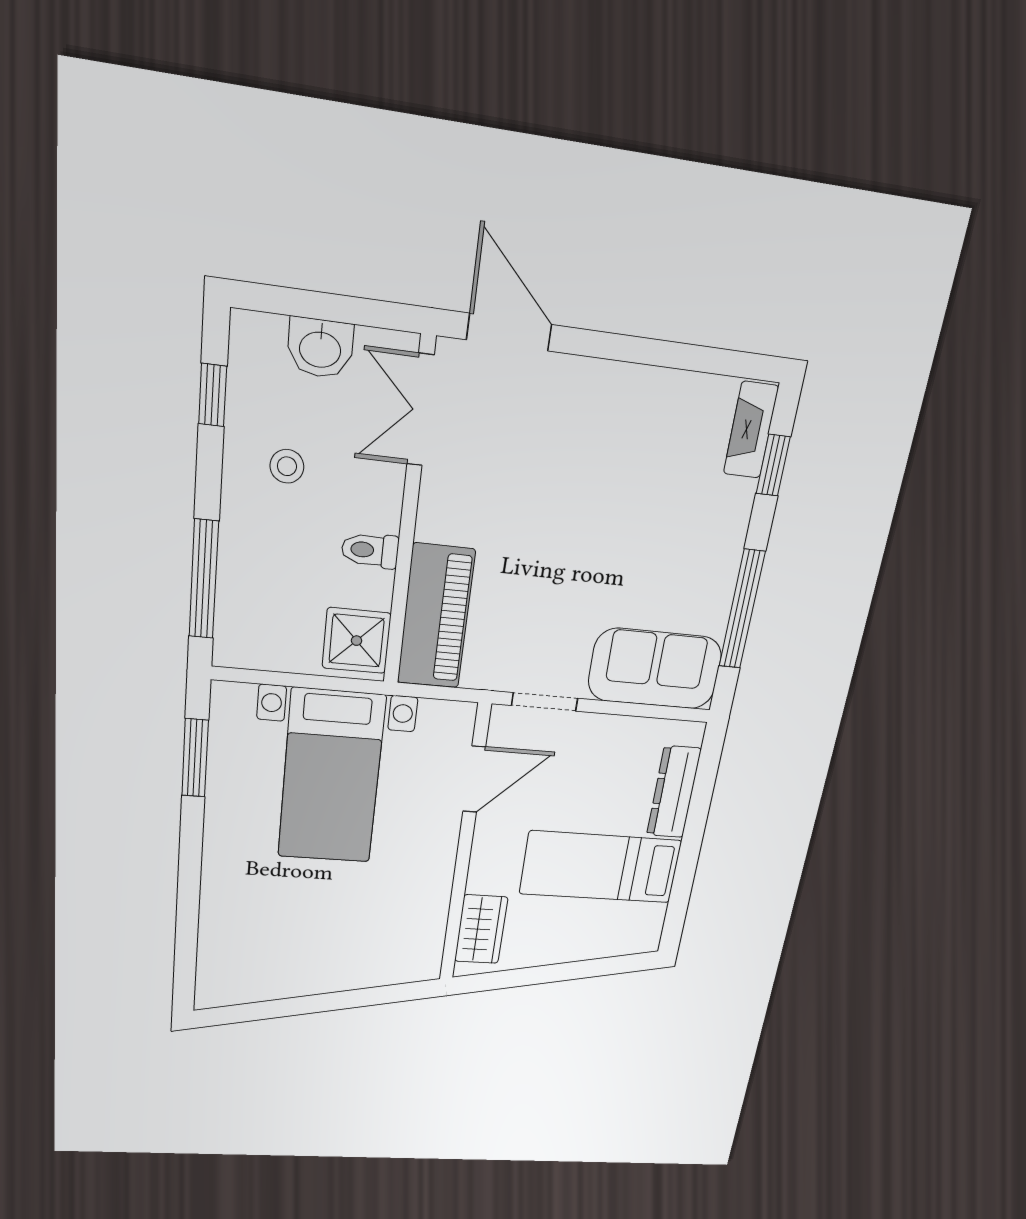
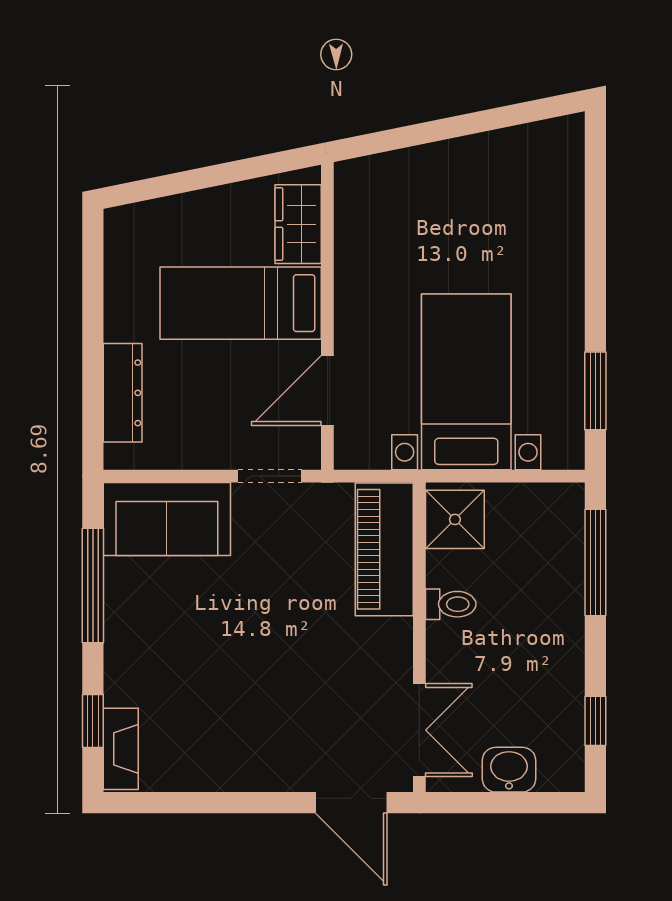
stool: (287, 466) -> (529, 669), removed
bed: (601, 867) -> (241, 303), moved, turned 180

